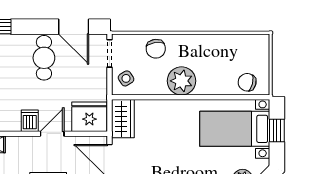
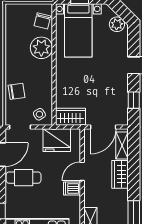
plant: (182, 81) -> (41, 48), moved
fridge: (89, 117) -> (57, 140), moved, turned -90
door: (52, 134) -> (82, 171), hinge flipped

